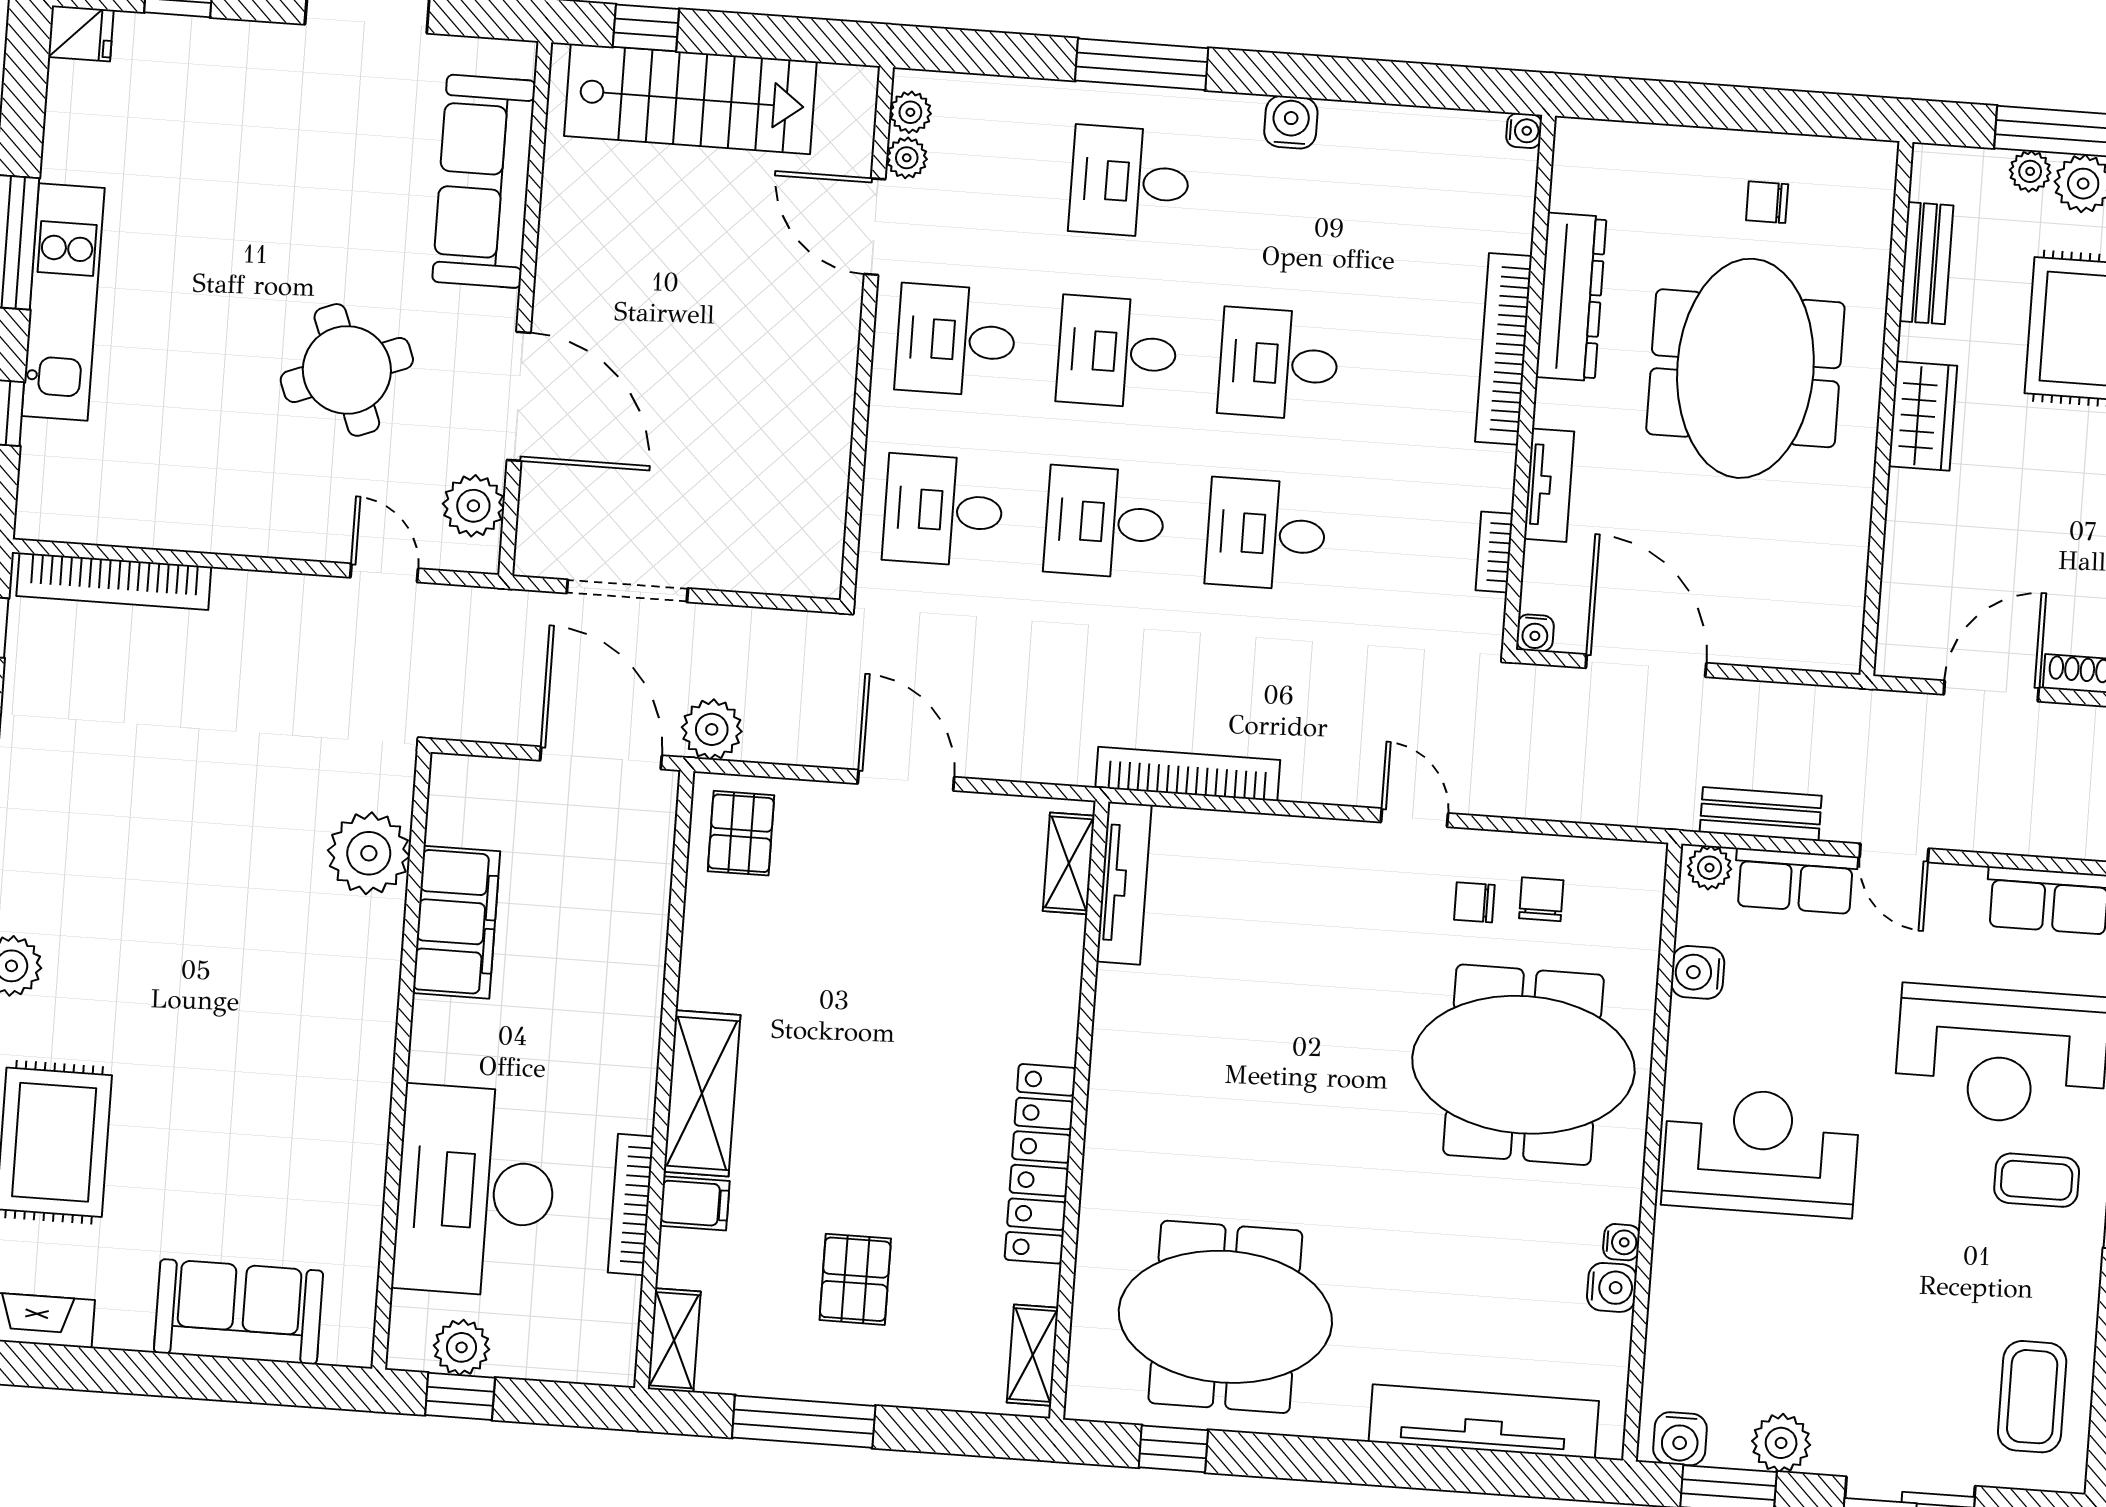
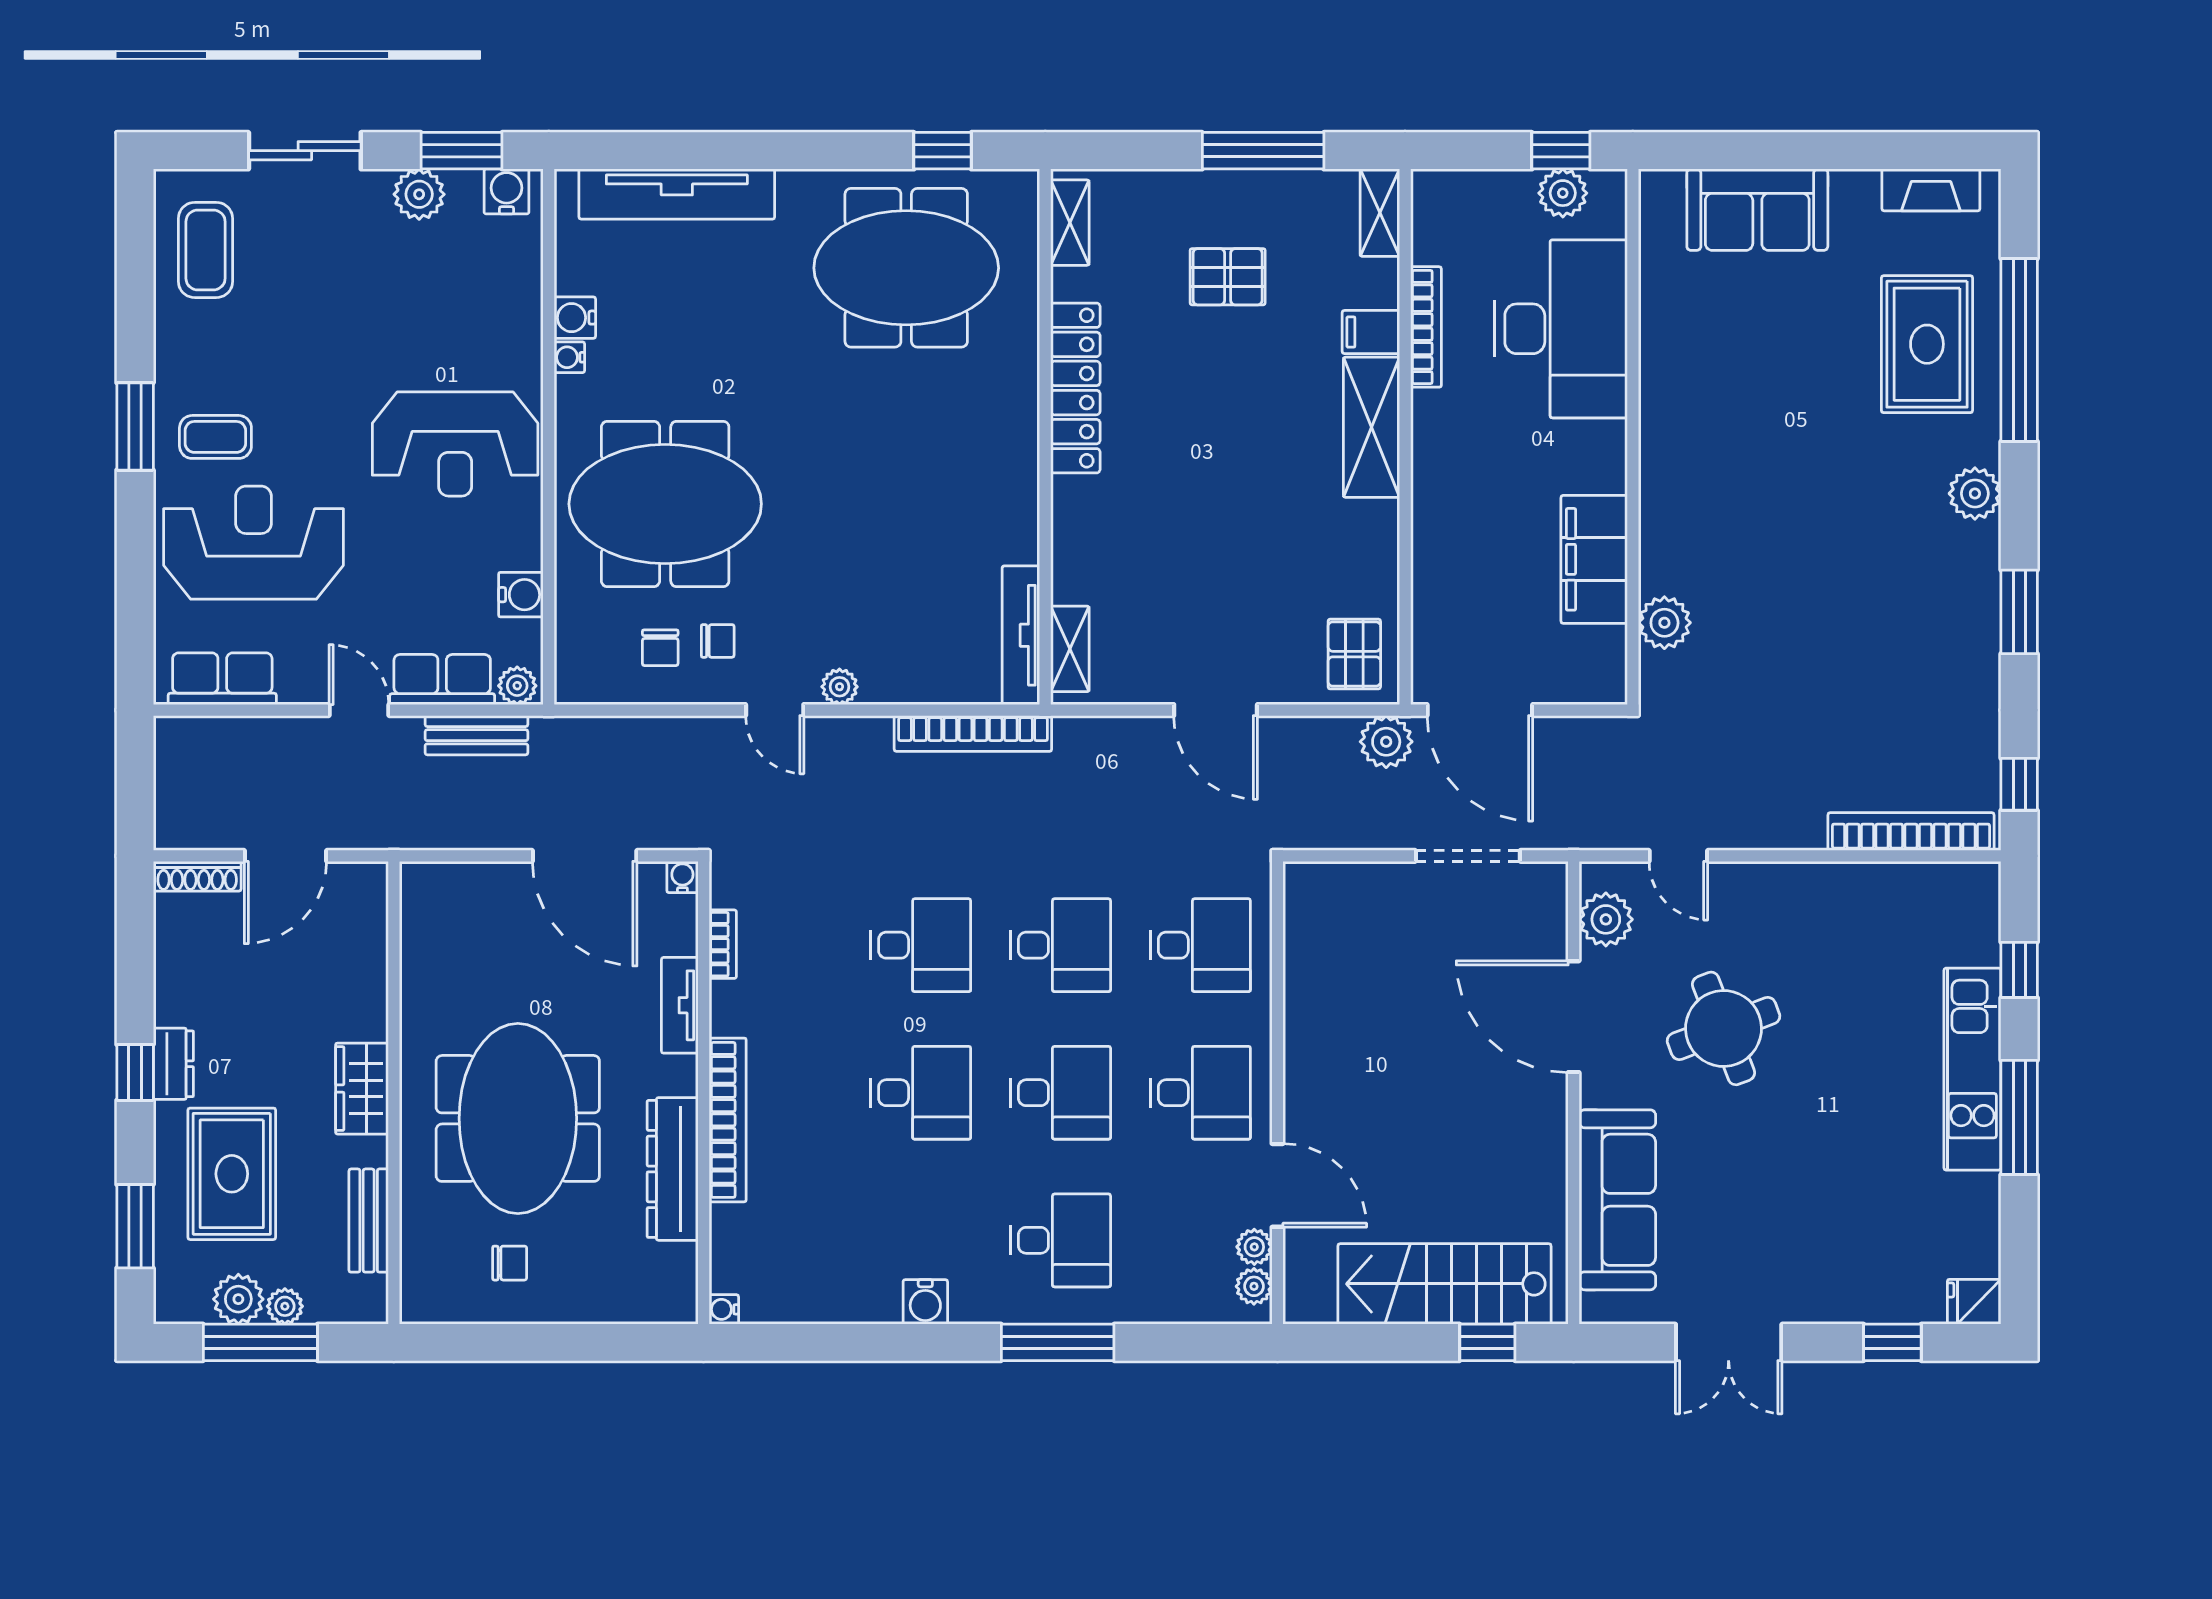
plant: (1338, 839) -> (840, 687), added
plant: (369, 853) -> (1664, 623), width x0.73, depth x0.73
pallet: (855, 1279) -> (1228, 277), turned 90

